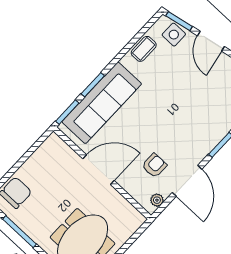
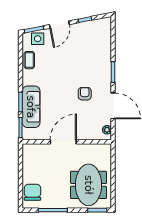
door: (211, 41) -> (59, 25), hinge flipped
sofa: (102, 103) -> (31, 107), width x0.74, depth x0.79
armchair: (154, 165) -> (85, 94), moved

